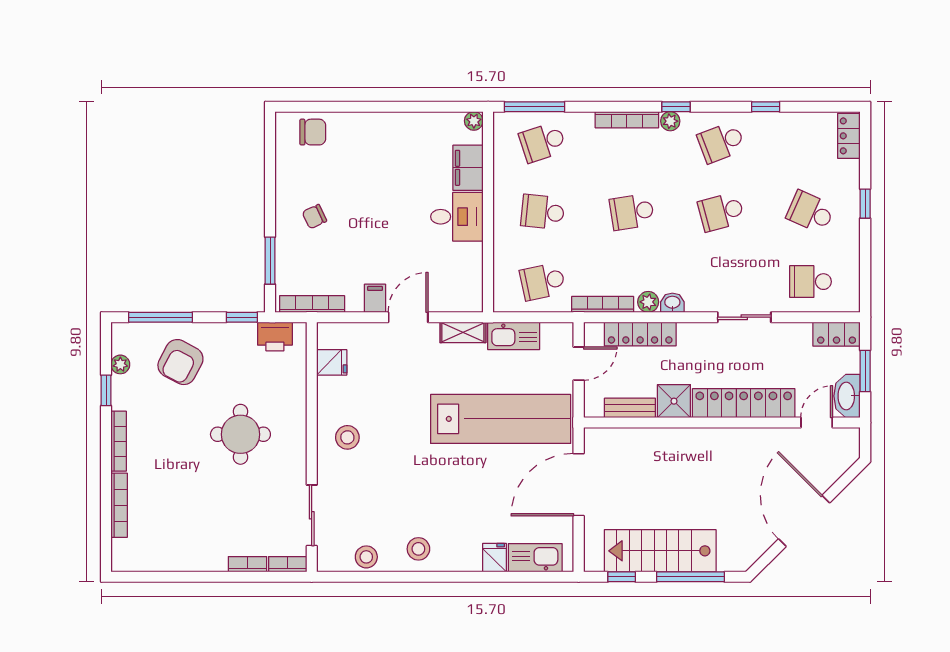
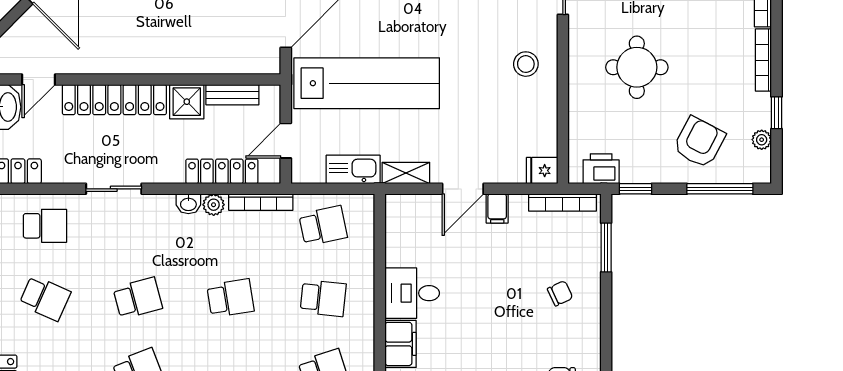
fridge: (332, 362) -> (542, 171), moved
lab bench: (501, 419) -> (367, 83), turned 180

